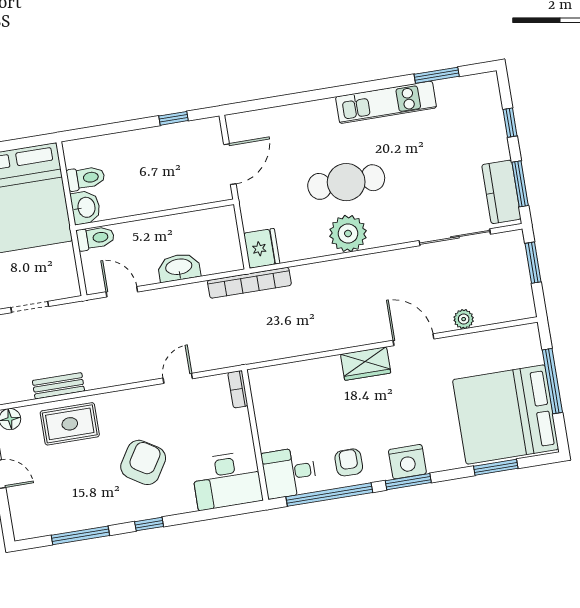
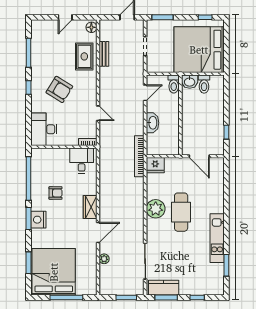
armchair: (349, 462) -> (56, 193), moved
desk: (289, 473) -> (82, 161), moved

